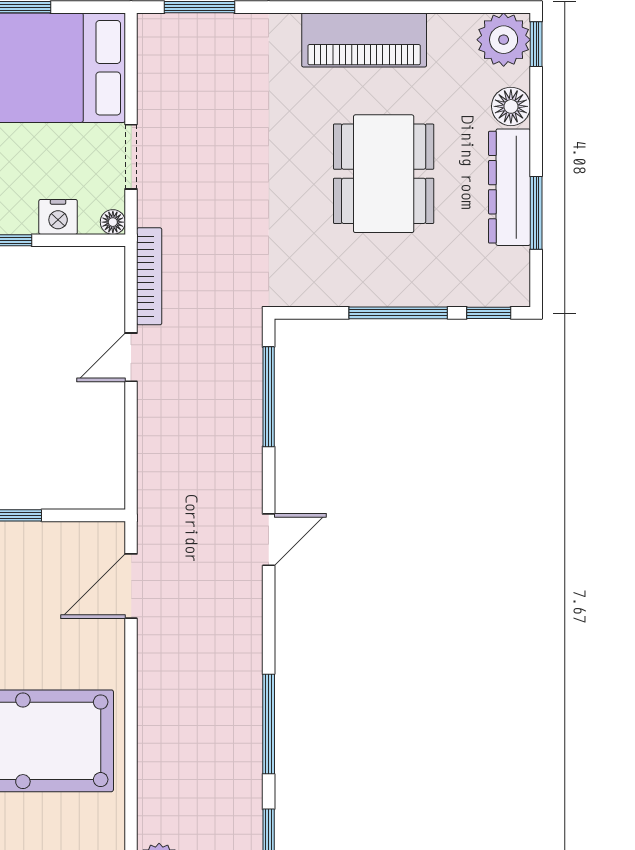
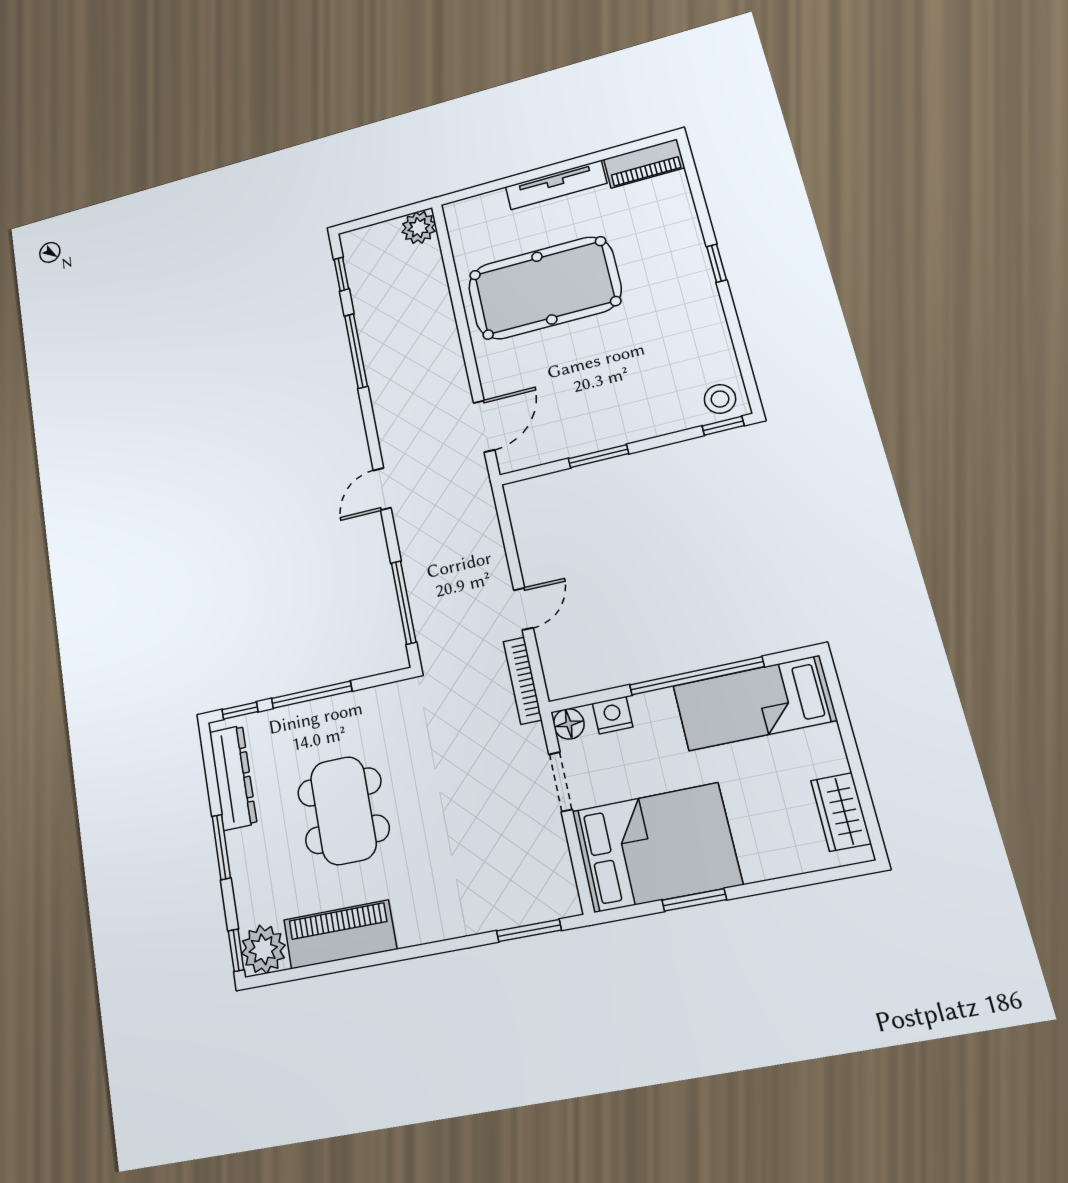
piano: (364, 40) -> (340, 934), moved
floor lamp: (511, 106) -> (248, 891), removed
dresser: (509, 187) -> (233, 778), moved
window: (536, 213) -> (221, 847), moved
floor lamp: (113, 222) -> (569, 724), width x1.37, depth x1.37

